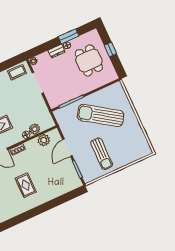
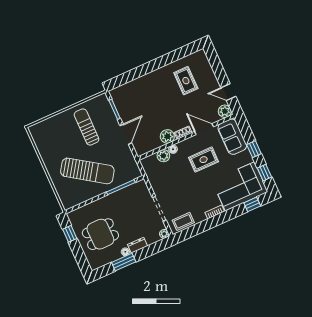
window: (110, 49) -> (70, 234), moved
dining table: (89, 60) -> (100, 234), turned 90
plant: (44, 140) -> (167, 136), moved
rug: (26, 185) -> (186, 81), moved

